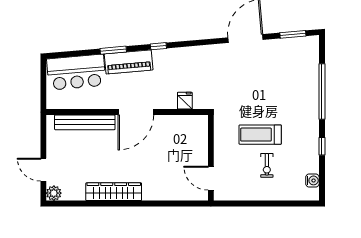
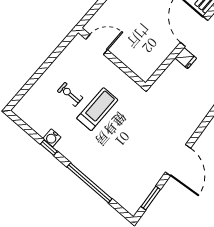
fridge: (185, 101) -> (186, 58), moved
water cooler: (312, 180) -> (52, 138), moved

